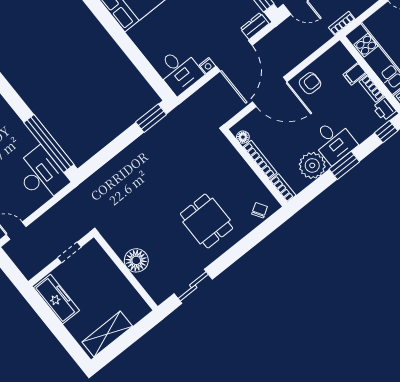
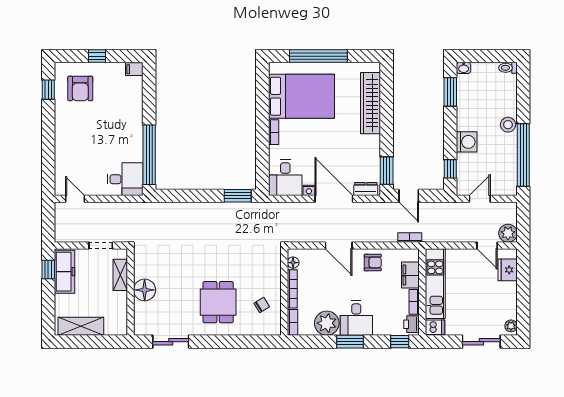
bookcase: (342, 23) -> (410, 238), moved
bookcase: (138, 40) -> (274, 132), added
door: (234, 56) -> (334, 199), swing flipped
filing cabinet: (355, 74) -> (410, 275), width x2.00
door: (270, 92) -> (339, 245), width x0.73
desk: (41, 175) -> (125, 179), width x0.73
chair: (260, 210) -> (262, 305), moved
shelving: (106, 264) -> (120, 275), added
window: (41, 308) -> (48, 269), added

